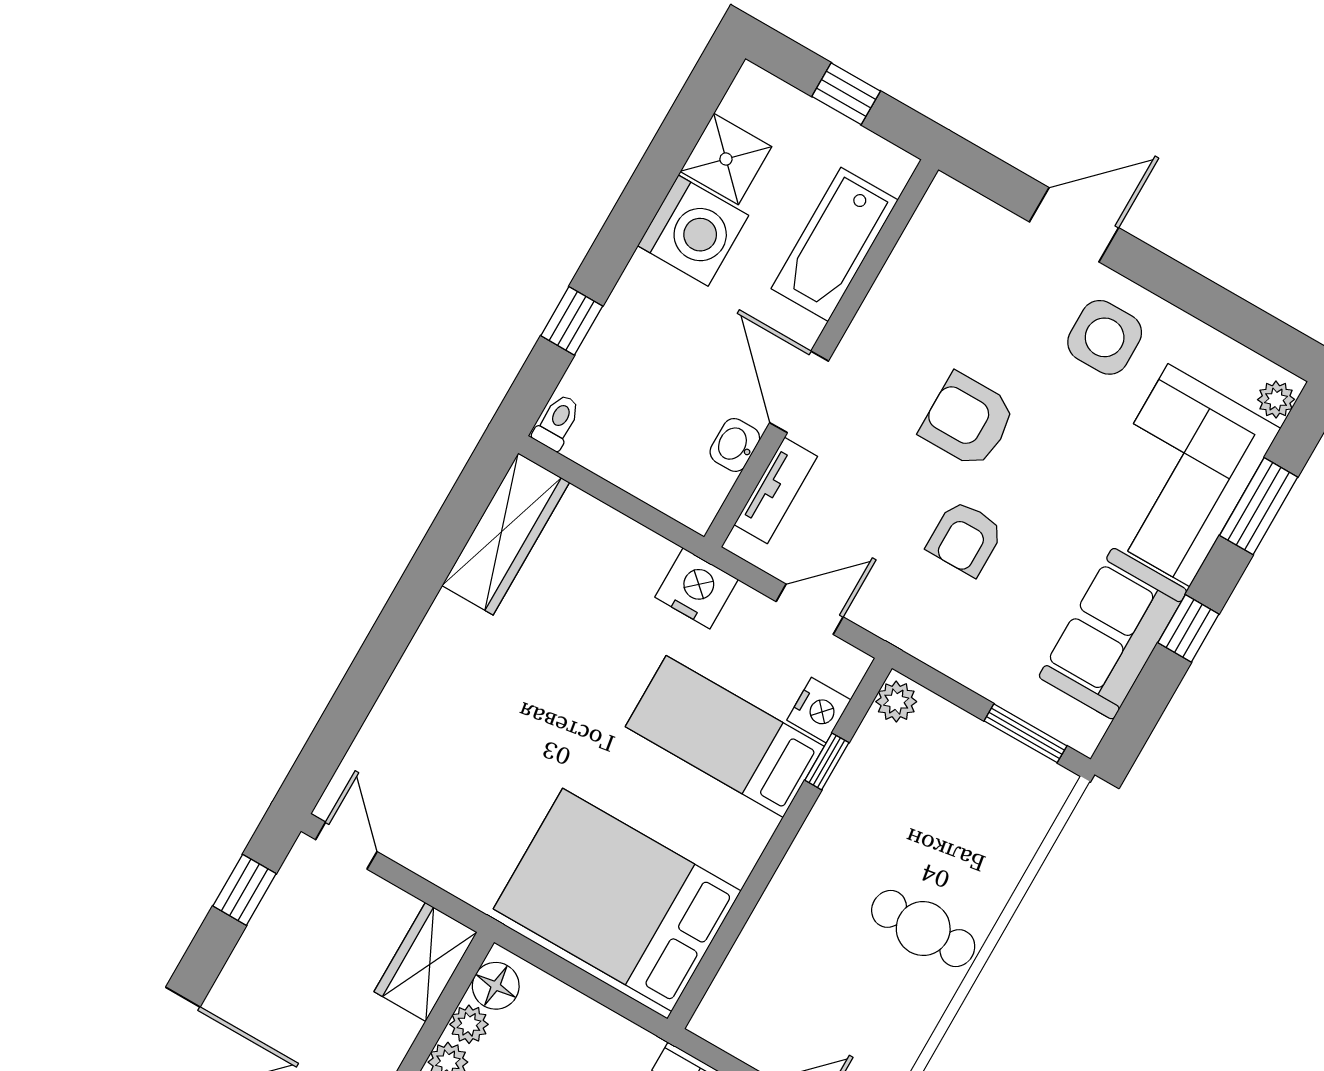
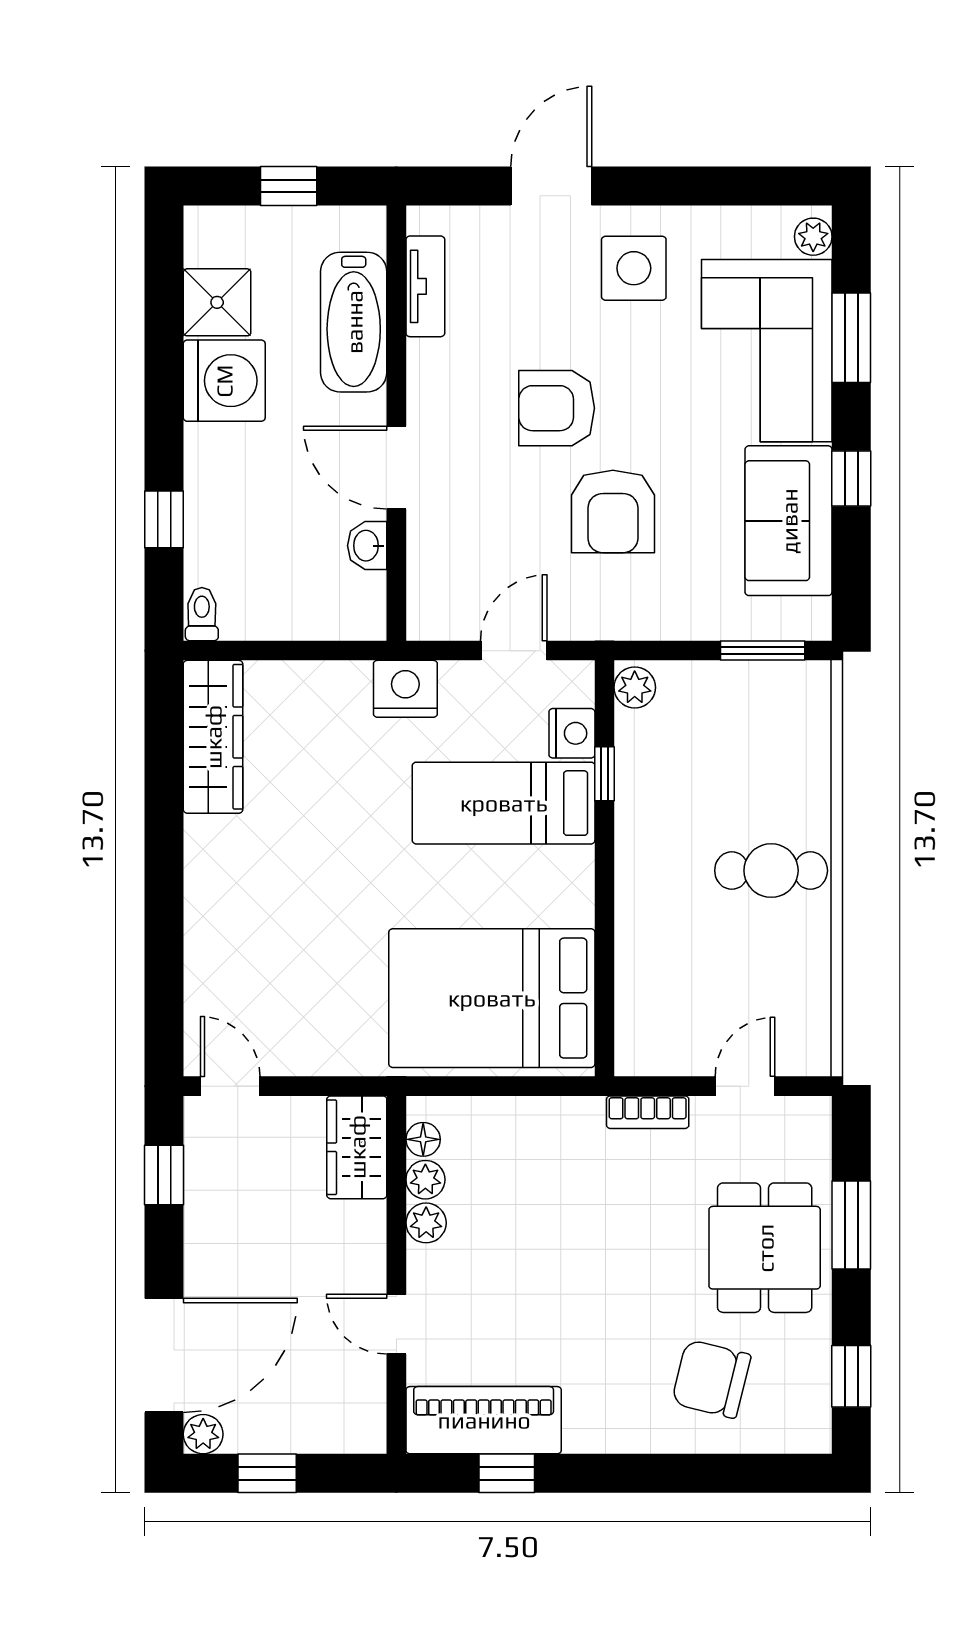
tv unit: (776, 490) -> (425, 286), moved
armchair: (965, 538) -> (613, 512), width x1.38, depth x1.38
floor lamp: (496, 986) -> (423, 1139), width x0.73, depth x0.73

